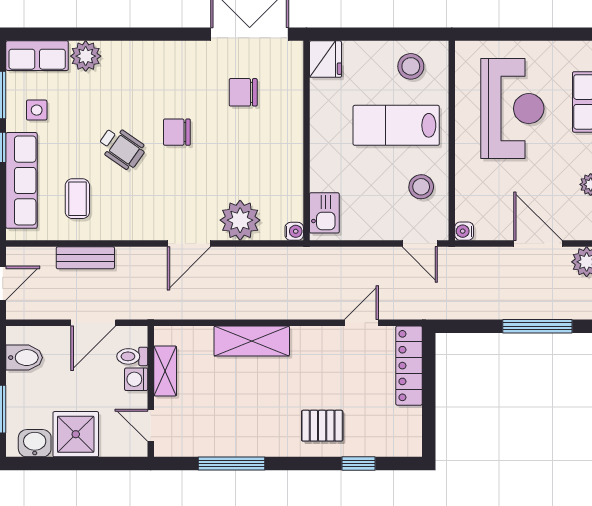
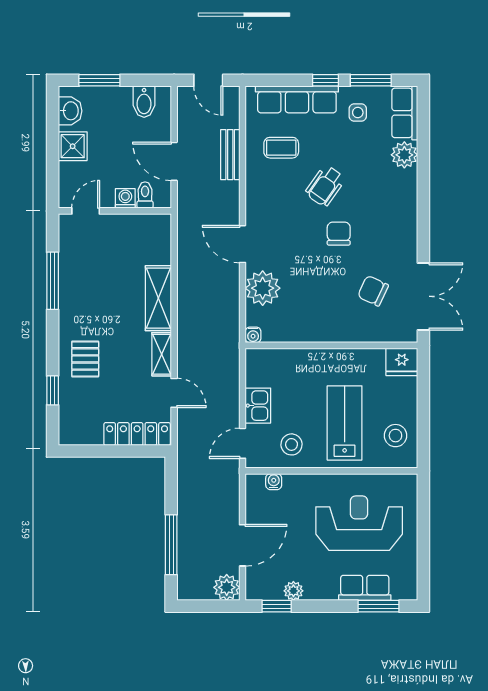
chair: (243, 92) -> (373, 291), turned -65
reception desk: (512, 109) -> (359, 523), turned 180
kitchen sink: (324, 213) -> (258, 406), moved, turned -90
water cooler: (464, 231) -> (274, 482), moved
shelving: (165, 371) -> (162, 354), moved, turned 90
shower: (76, 434) -> (73, 146), width x0.73, depth x0.73

